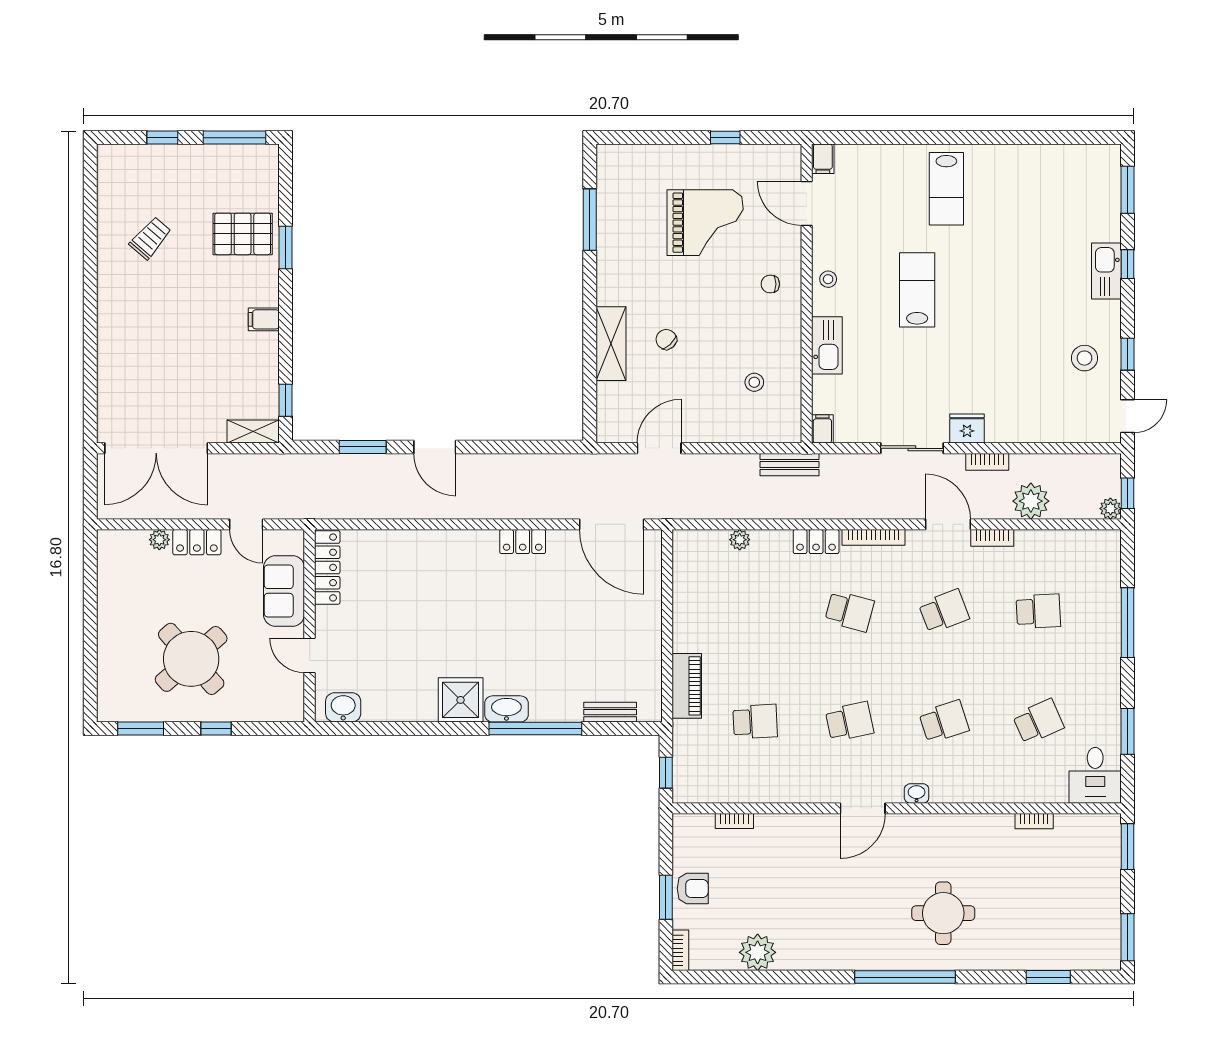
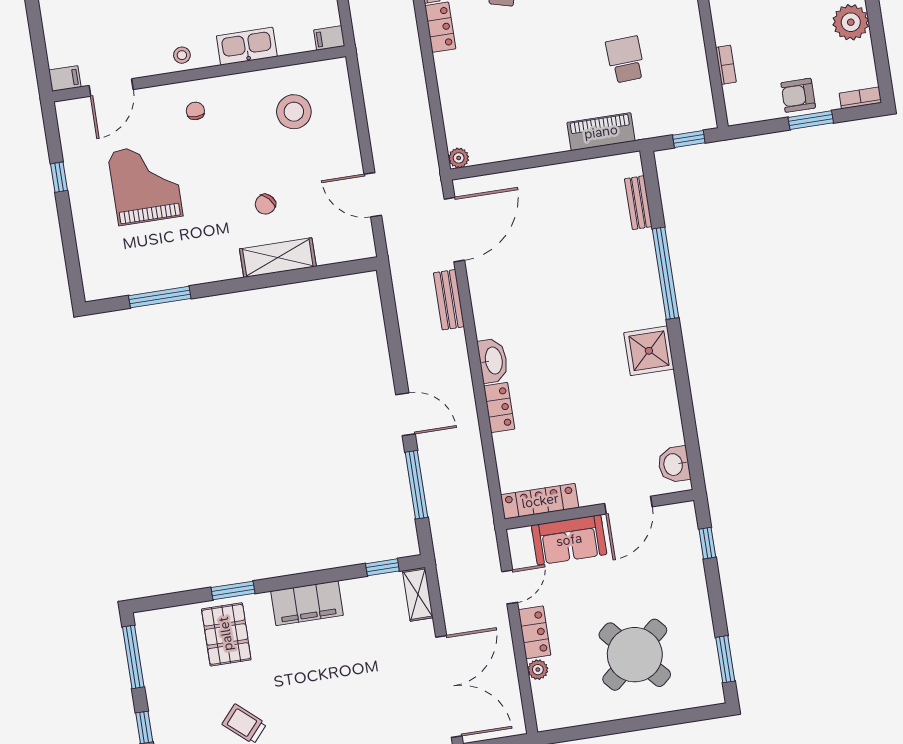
chair: (770, 284) -> (195, 111), turned 180
filing cabinet: (264, 319) -> (307, 603), width x3.00, depth x1.17
stool: (754, 382) -> (294, 112), width x1.89, depth x1.89
window: (363, 447) -> (416, 485), width x1.44
door: (435, 447) -> (406, 414), hinge flipped
bench: (790, 465) -> (449, 300), moved
plant: (740, 540) -> (459, 158), moved
locker: (523, 542) -> (499, 407), moved
door: (310, 655) -> (628, 505), width x1.38
round table: (191, 659) -> (635, 655), moved
washbasin: (506, 709) -> (493, 361), moved, turned 180
window: (216, 729) -> (707, 543), moved
armchair: (693, 889) -> (798, 95), turned -90

